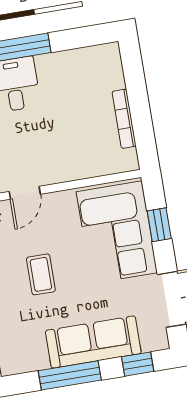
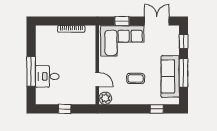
sofa: (93, 342) -> (170, 76), moved

